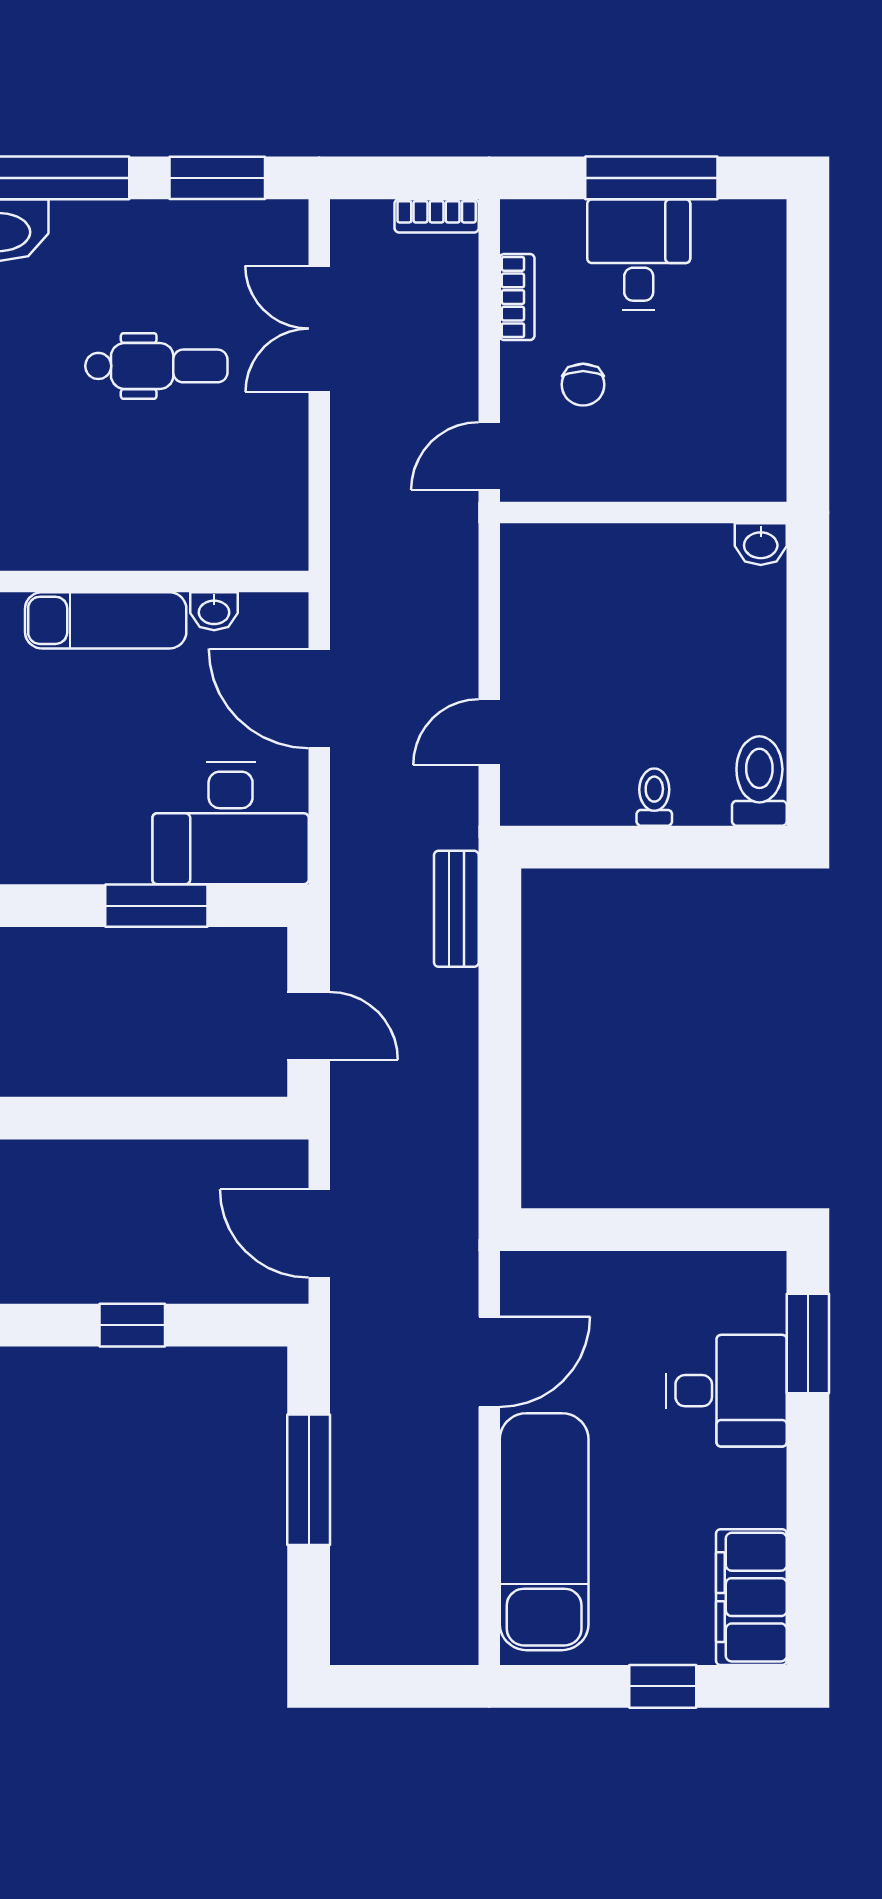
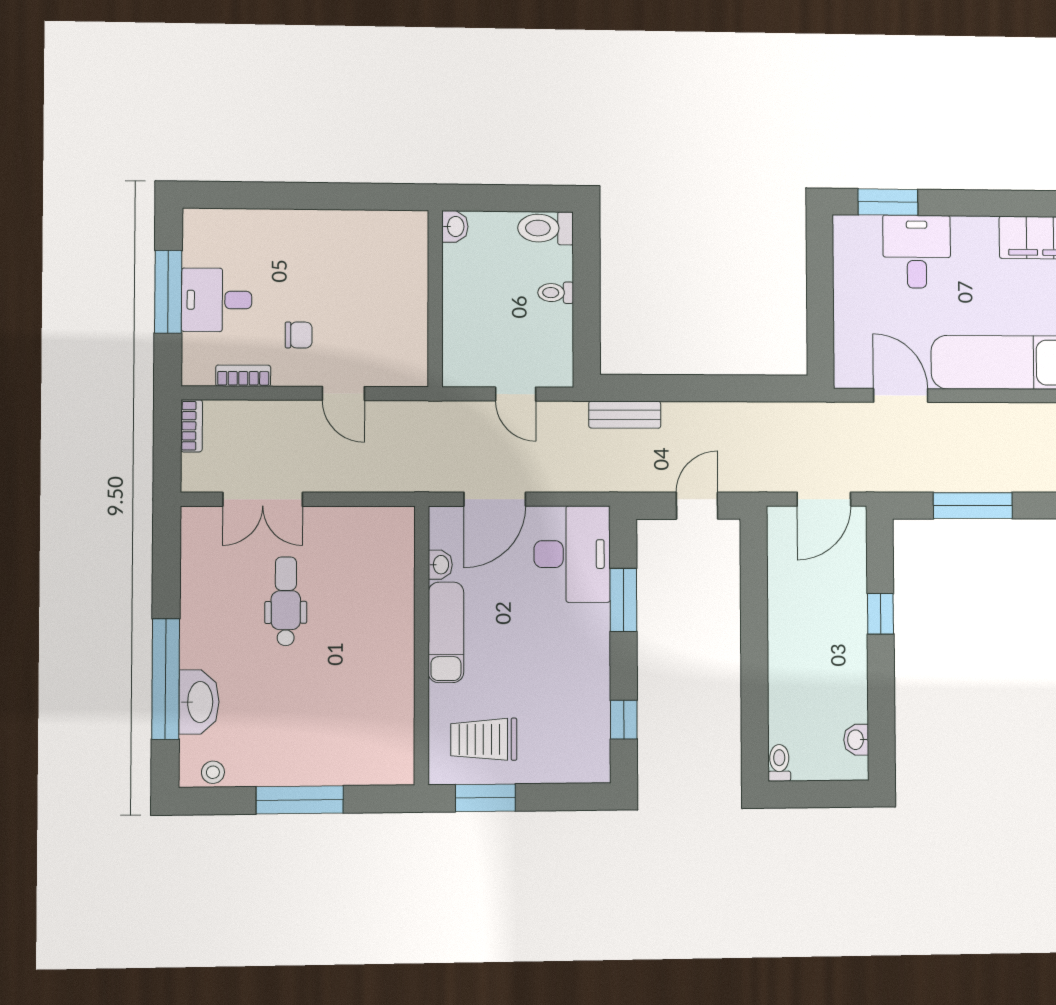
window: (217, 178) -> (166, 563), removed
wall: (643, 512) -> (435, 299), moved
washbasin: (761, 544) -> (455, 226), moved

